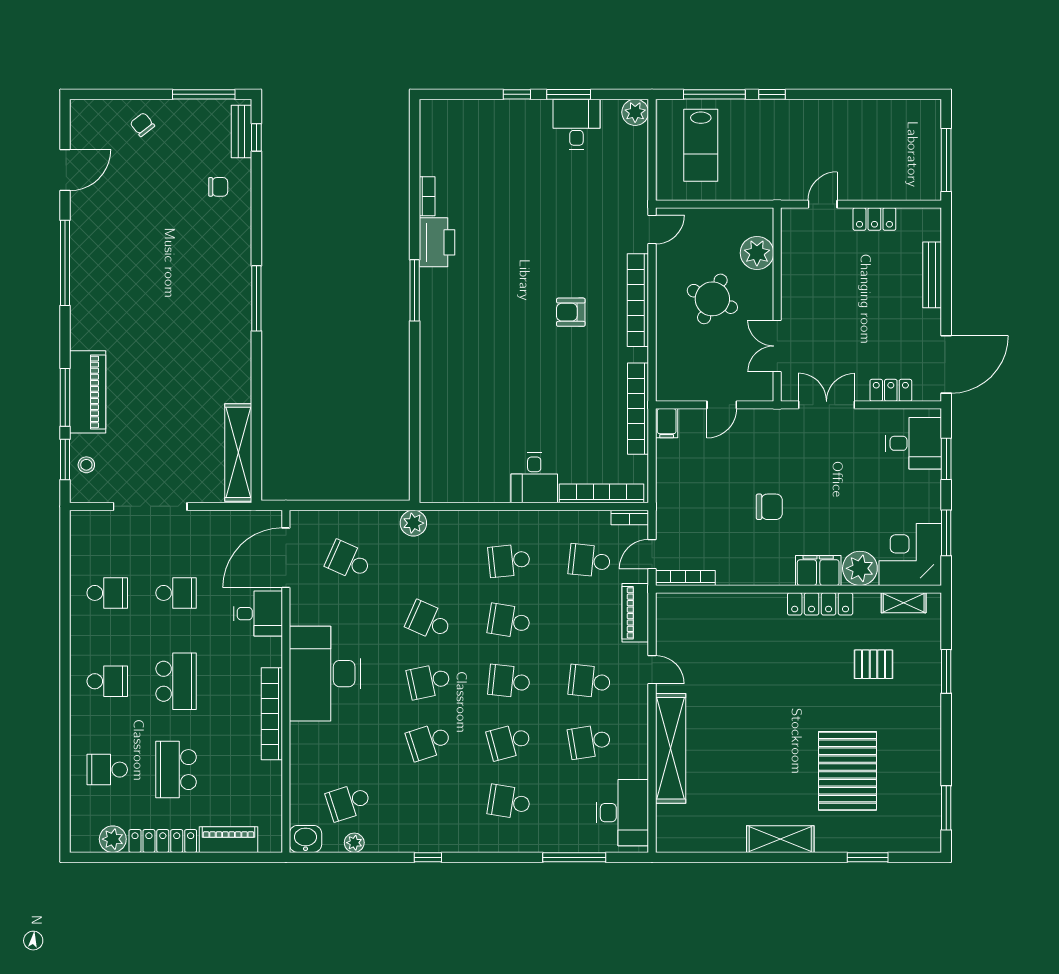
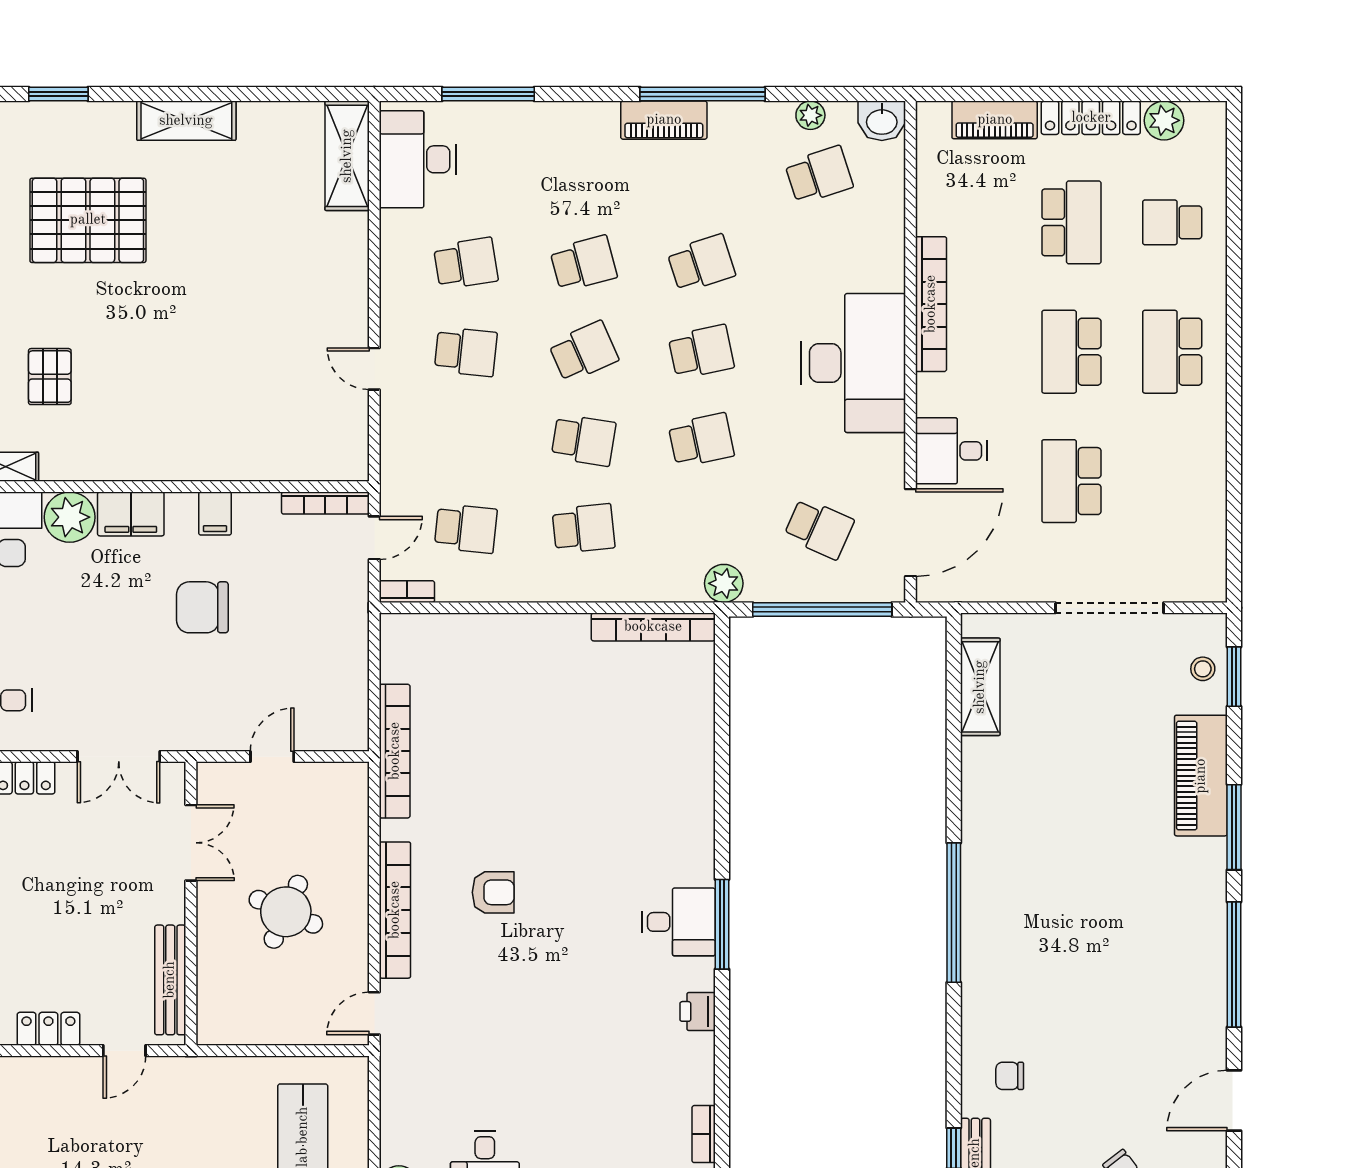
bookcase: (427, 196) -> (704, 1134), moved
printer: (437, 242) -> (698, 1011), width x0.53, depth x0.68
bench: (791, 252) -> (170, 980), added
plant: (757, 253) -> (220, 979), removed
window: (256, 298) -> (954, 913), width x1.46
window: (65, 397) -> (1234, 827), moved
filing cabinet: (667, 423) -> (215, 513), moved, turned 180
shelving: (238, 452) -> (980, 687), width x0.68
desk: (534, 478) -> (678, 922), moved, turned 90
bookcase: (602, 493) -> (653, 627), moved
window: (346, 505) -> (822, 609), added
chair: (769, 507) -> (202, 607), width x1.37, depth x1.37
school desk: (107, 593) -> (1172, 481), removed
school desk: (176, 593) -> (1071, 481), width x1.85
locker: (820, 604) -> (128, 465), removed
piano: (635, 613) -> (664, 120), moved, turned 90
school desk: (429, 621) -> (701, 440), turned -36
pallet: (873, 664) -> (50, 377), turned 90
school desk: (107, 681) -> (1172, 352), width x1.85
school desk: (509, 681) -> (584, 352), turned -30
shelving: (671, 748) -> (347, 156), moved, width x0.68
school desk: (107, 770) -> (1172, 222), turned 180
pallet: (847, 771) -> (88, 220), turned 90
school desk: (509, 802) -> (584, 175), removed
window: (428, 857) -> (702, 94), width x3.17

